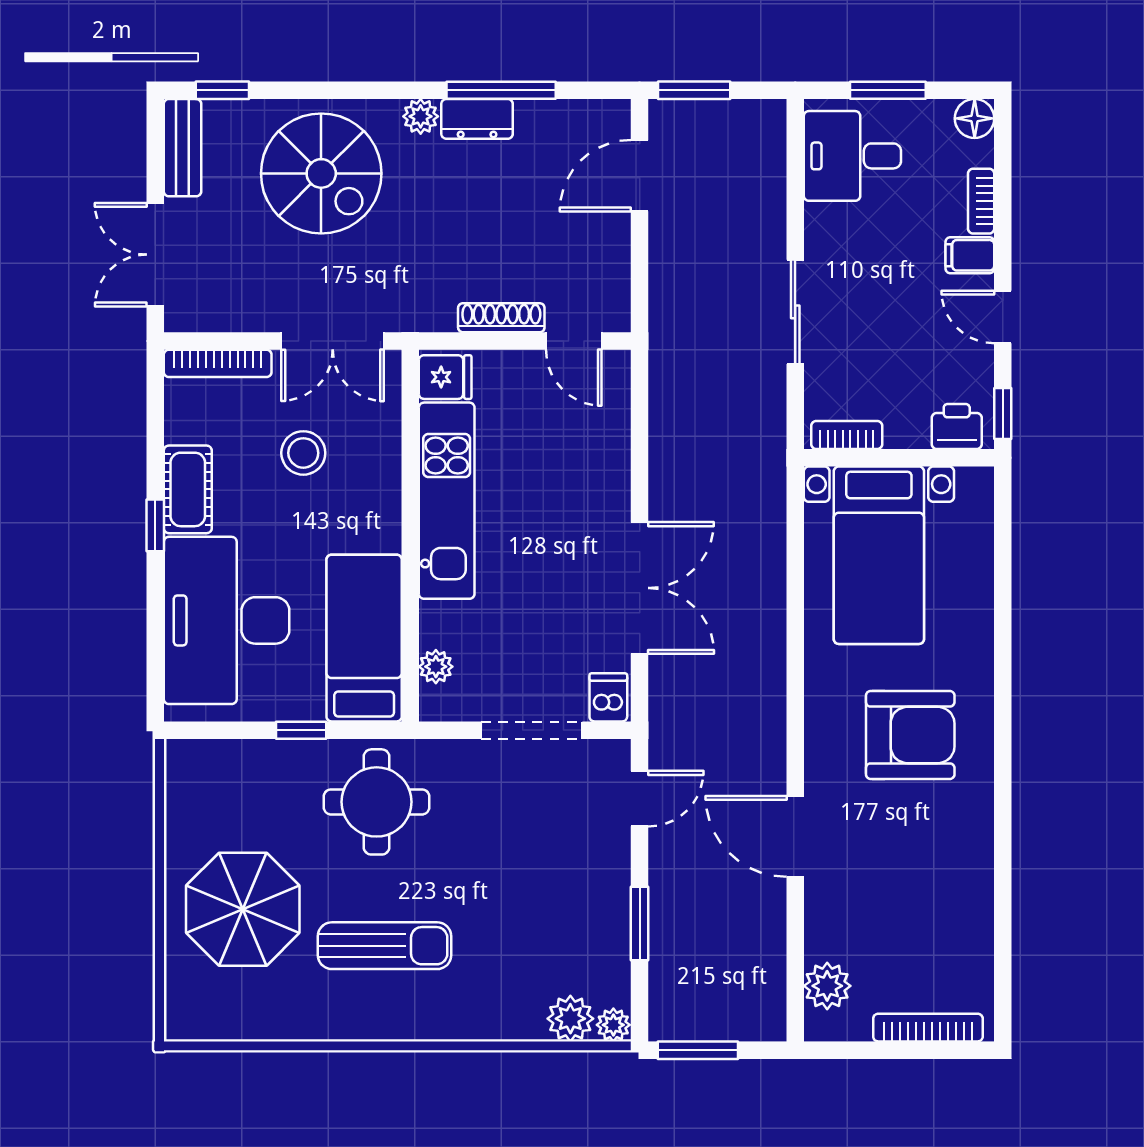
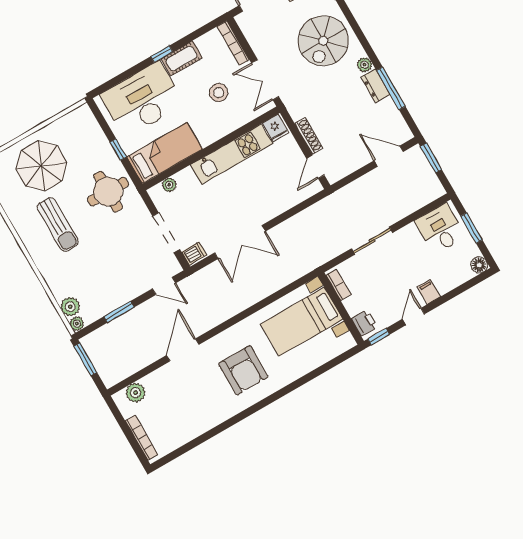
bookcase: (981, 201) -> (451, 285), removed

